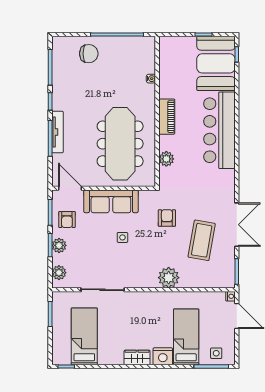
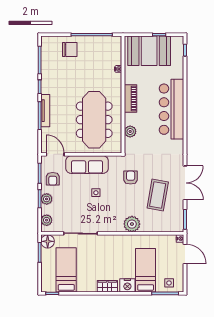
booth: (216, 63) -> (149, 51), moved, turned 90
floor lamp: (60, 300) -> (48, 241), added

